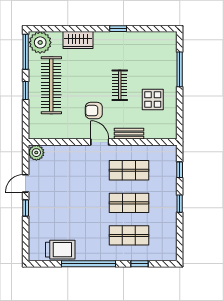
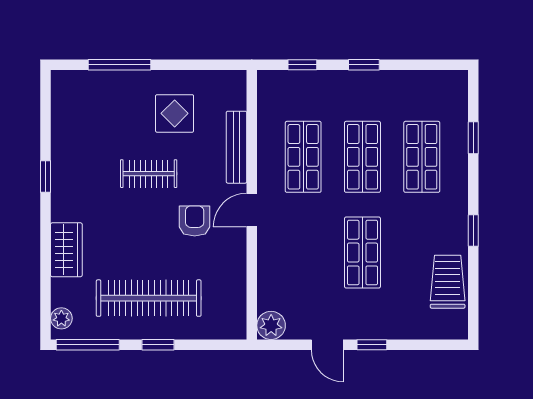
plant: (40, 42) -> (61, 318), width x0.53, depth x0.53
armchair: (94, 111) -> (195, 221), turned 180
bench: (129, 134) -> (237, 147), width x1.36
shop shelf: (76, 203) -> (362, 253), added
window: (88, 264) -> (473, 230), width x0.32

